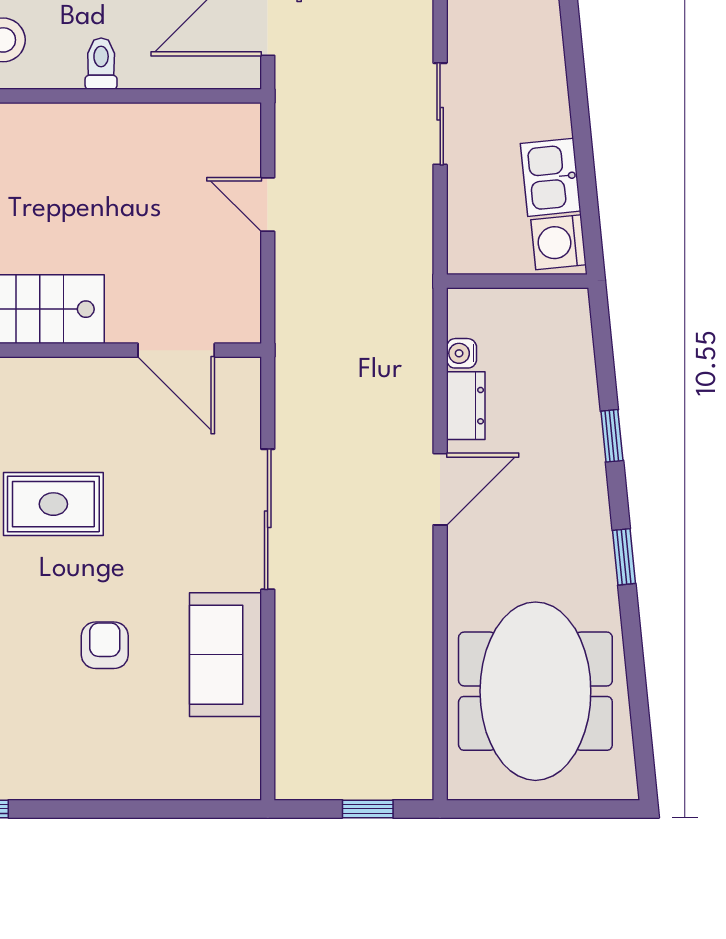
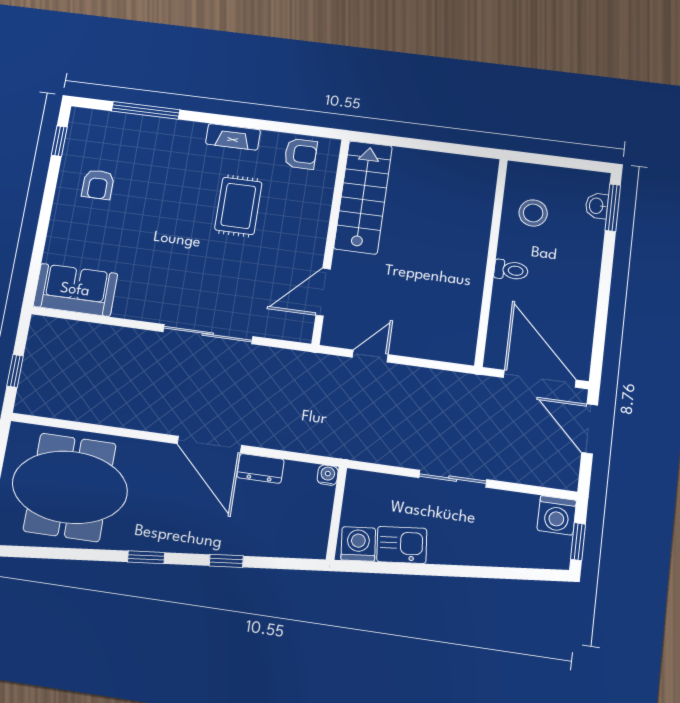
door: (268, 204) -> (370, 356), moved
water cooler: (461, 353) -> (328, 475), moved
door: (440, 489) -> (209, 445), width x1.36
armchair: (105, 645) -> (98, 184), moved, turned 90
sofa: (225, 655) -> (75, 290), moved

